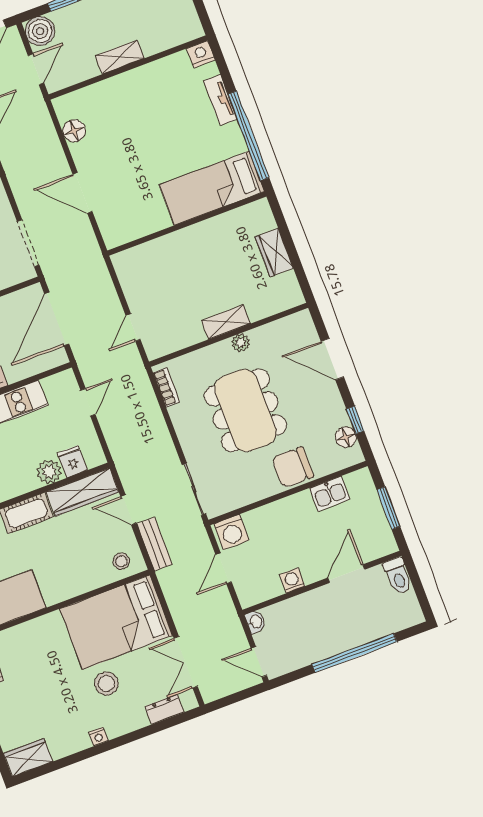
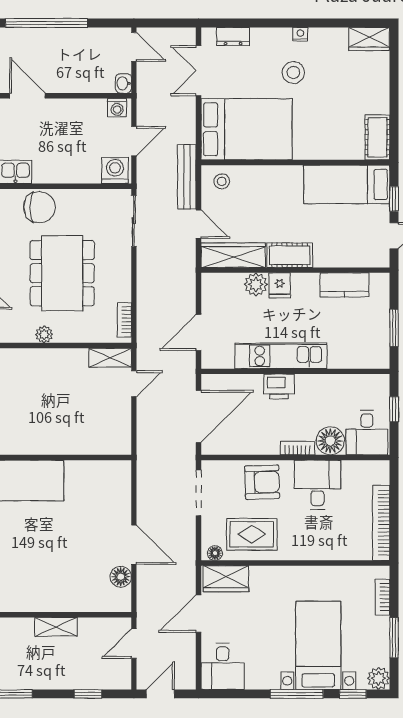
boiler: (40, 31) -> (118, 676), removed
door: (83, 193) -> (134, 545), moved
shelving: (226, 322) -> (110, 358), moved
door: (88, 402) -> (199, 333), width x1.38
fridge: (72, 462) -> (280, 285), moved
bench: (154, 544) -> (187, 177), width x1.36
door: (346, 574) -> (27, 96), swing flipped
washing machine: (292, 580) -> (117, 108), moved
double door: (186, 662) -> (199, 71), swing flipped
stool: (107, 684) -> (293, 73), moved

